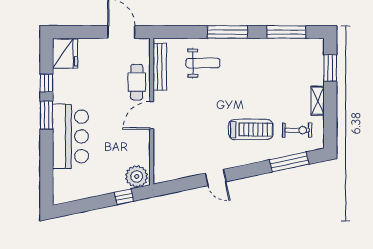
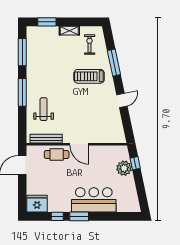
treadmill: (251, 130) -> (89, 76), turned -90
window: (289, 162) -> (114, 63), moved
plant: (137, 176) -> (124, 168), moved

